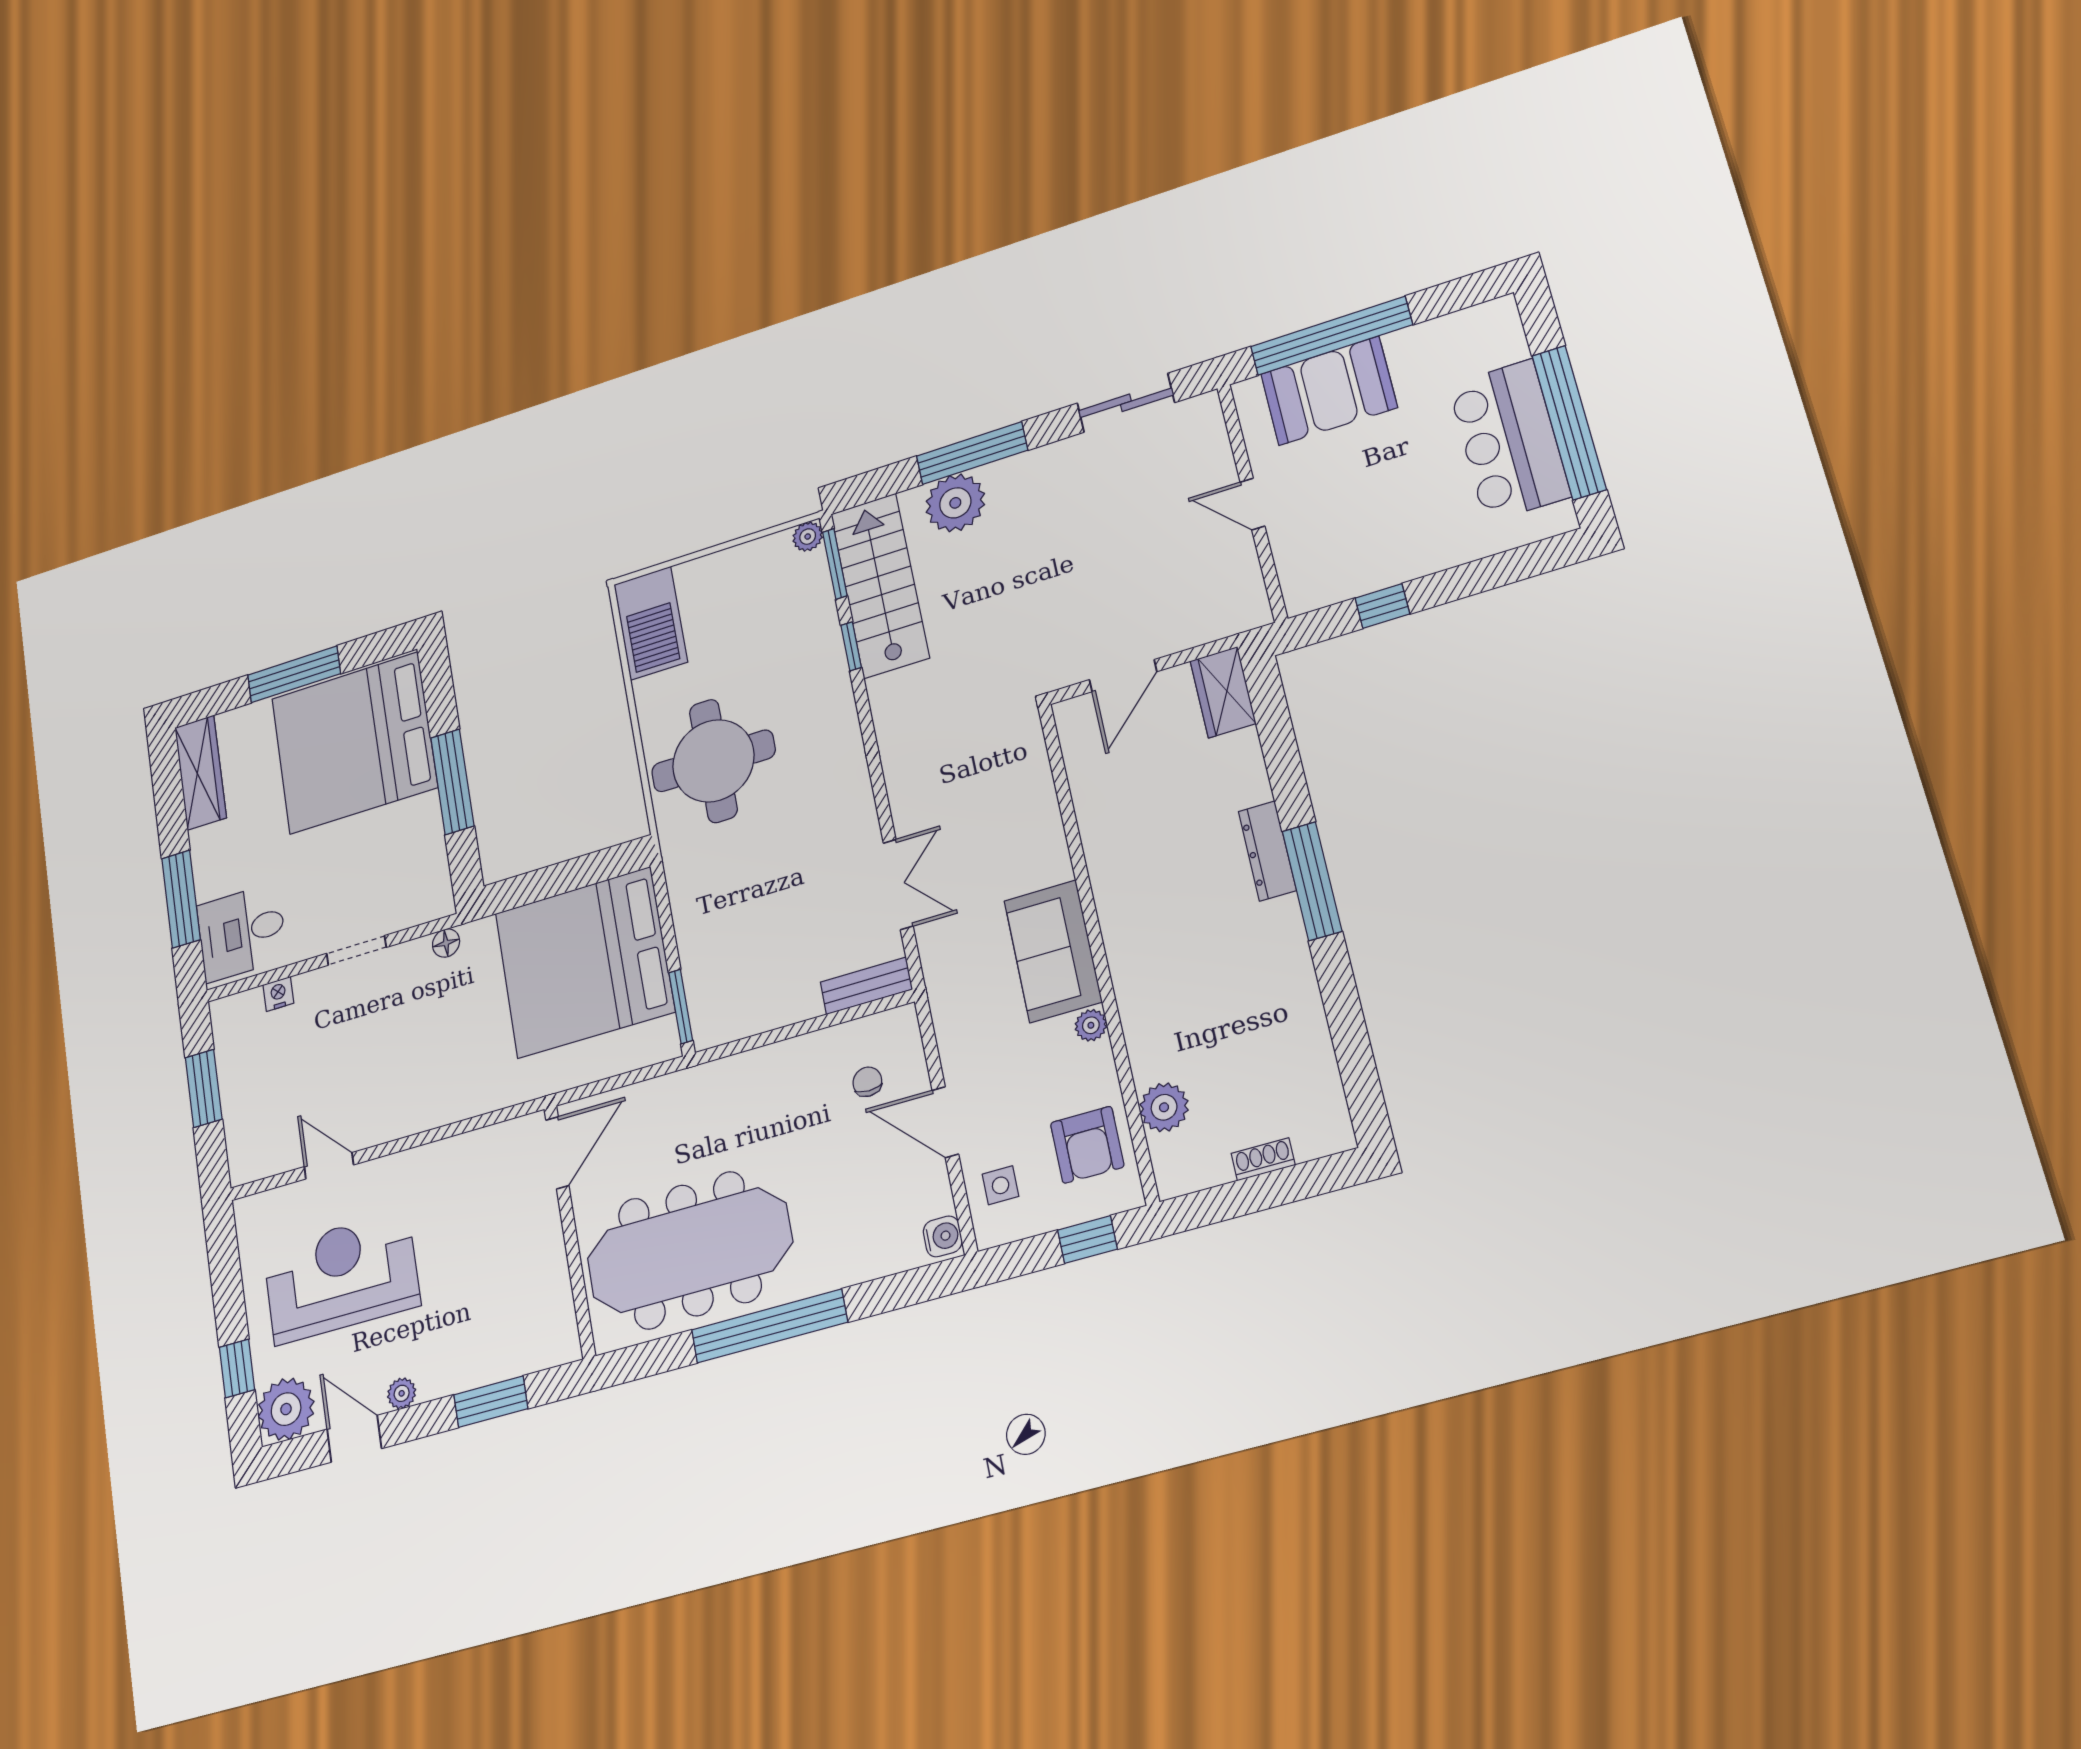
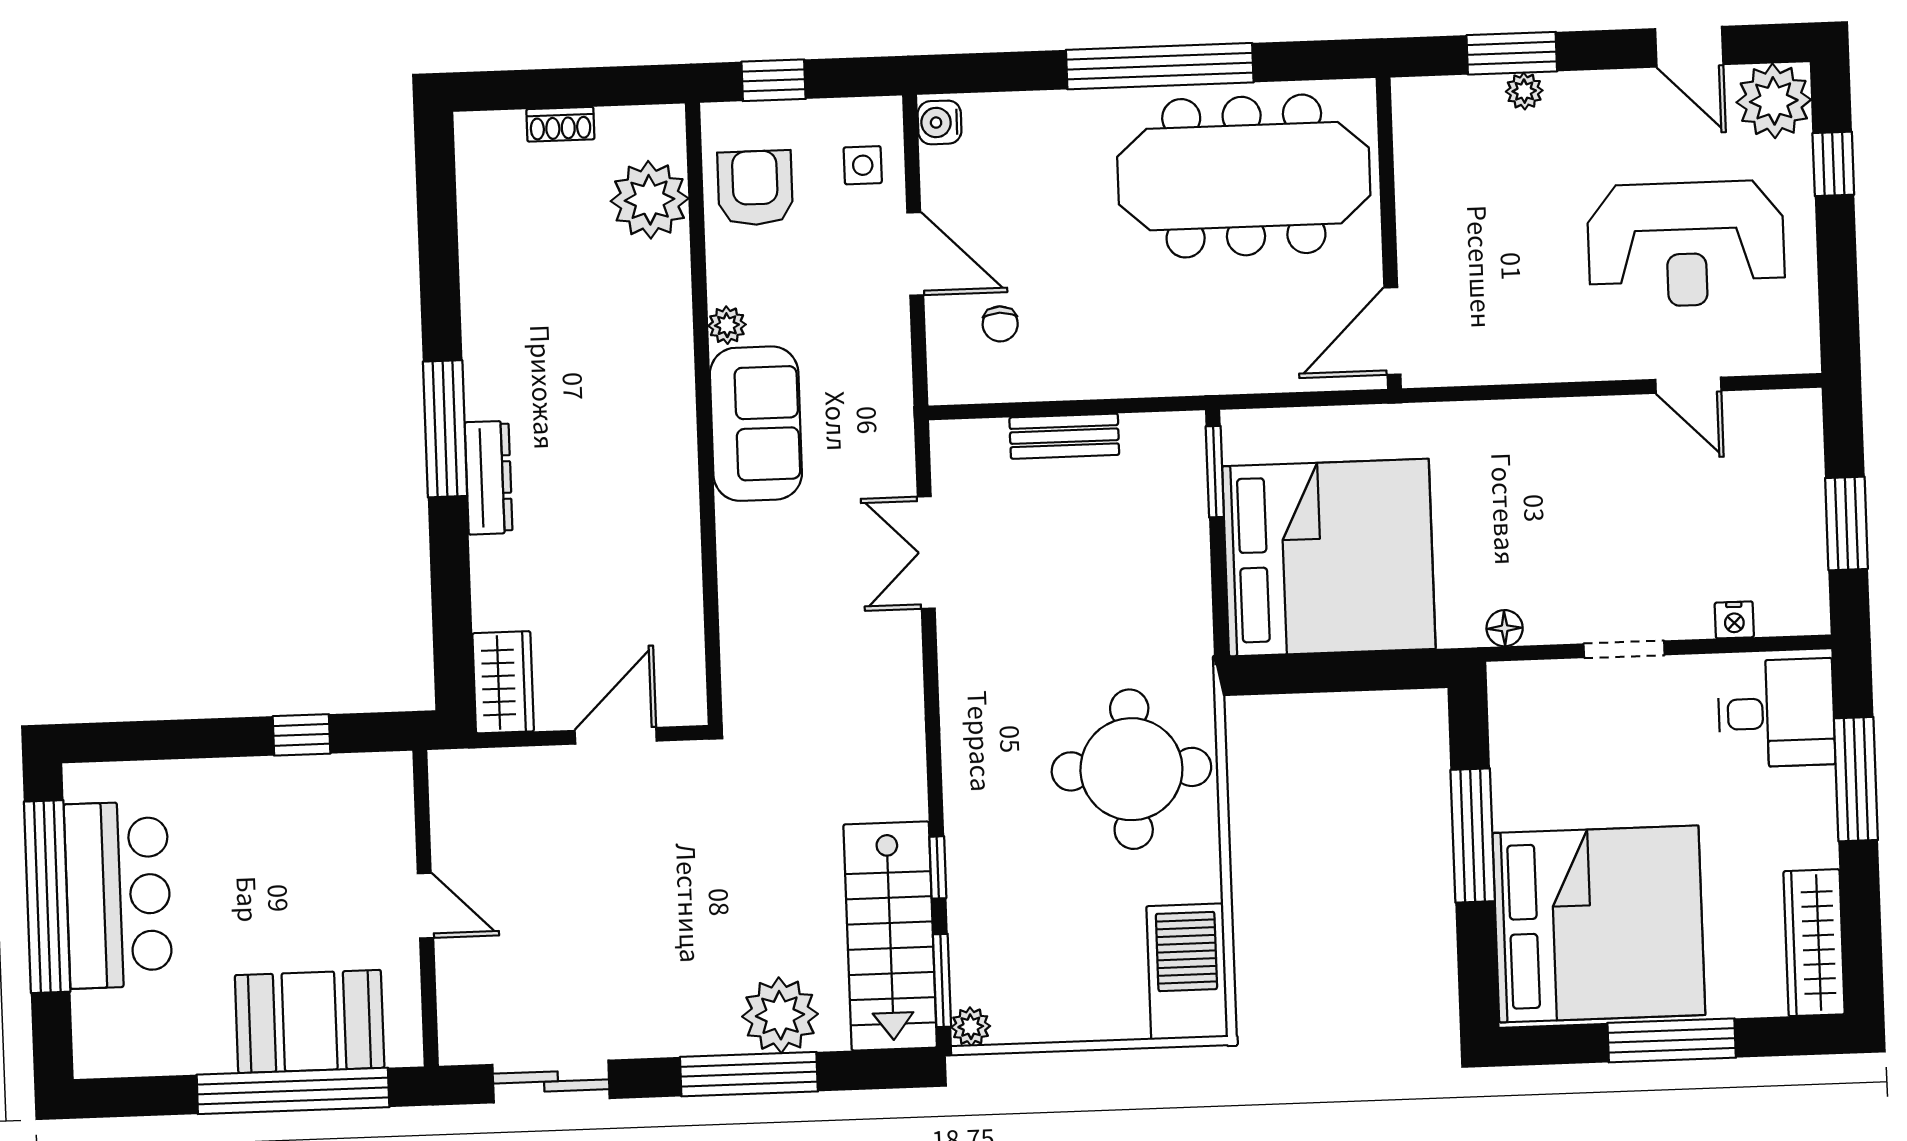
bench: (866, 986) -> (1064, 436), moved
plant: (1164, 1107) -> (650, 200), width x1.36, depth x1.36
plant: (402, 1393) -> (1524, 91), moved

